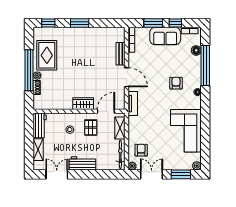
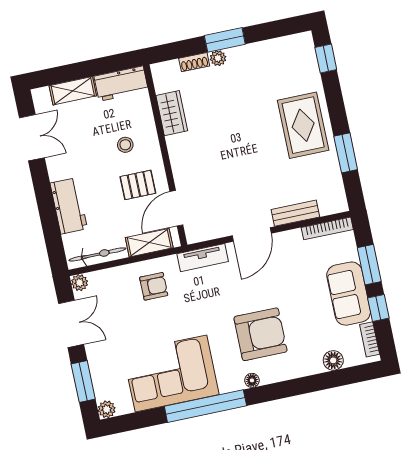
window: (80, 23) -> (346, 153), moved
rug: (47, 55) -> (303, 125), moved, turned 90
window: (205, 66) -> (205, 406), moved
window: (29, 70) -> (225, 40), width x0.47
armchair: (176, 83) -> (260, 334), width x1.88, depth x1.88
wardrobe: (83, 104) -> (172, 113), moved
door: (106, 111) -> (176, 208), swing flipped
armchair: (141, 150) -> (154, 286), moved
workbench: (82, 163) -> (69, 206), moved

